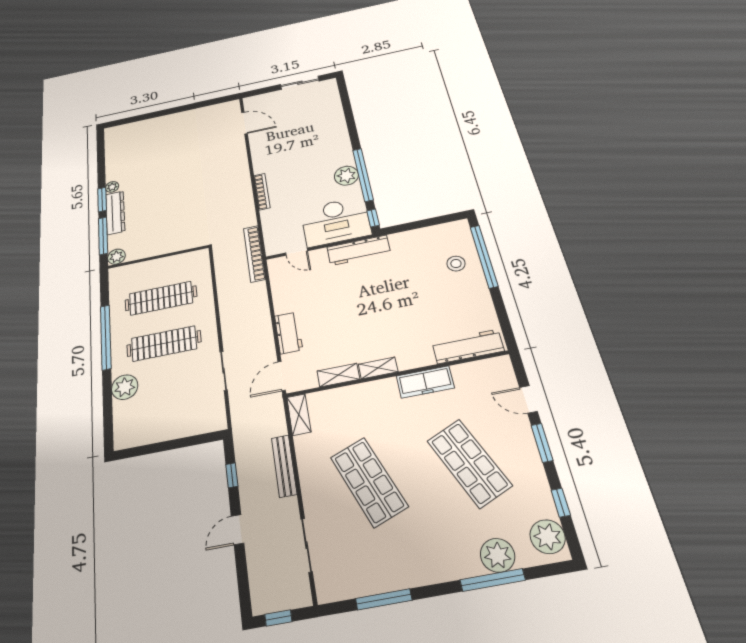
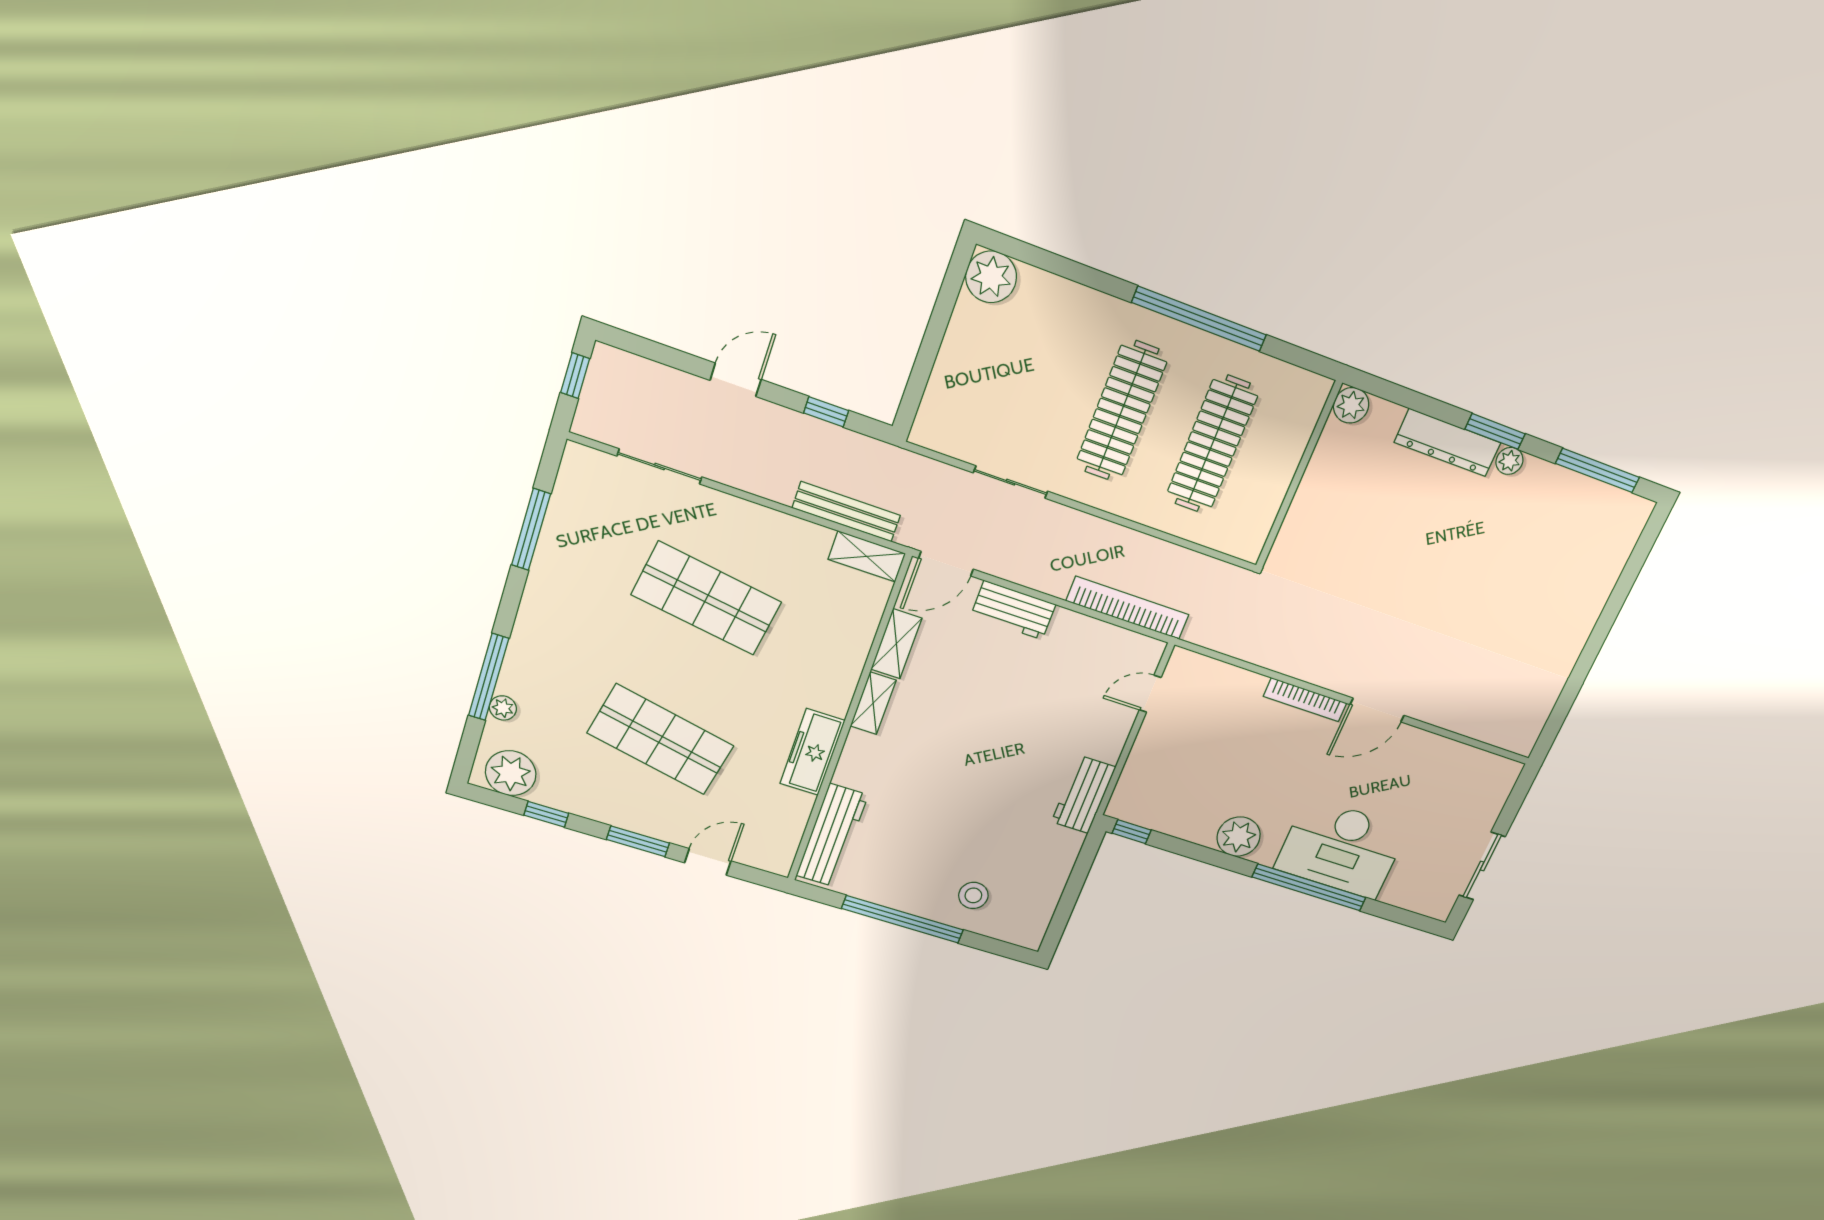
door: (244, 123) -> (1377, 710), moved
window: (363, 175) -> (1309, 887), moved
desk: (336, 222) -> (1341, 848), moved, turned -90
window: (103, 236) -> (1597, 470), moved
workbench: (359, 250) -> (1083, 794), width x0.73
bookcase: (254, 254) -> (1128, 608), moved
window: (484, 256) -> (903, 919), moved
door: (282, 376) -> (946, 564), swing flipped
plant: (125, 387) -> (991, 277), moved
shop shelf: (469, 463) -> (661, 739), turned 36
bench: (284, 466) -> (846, 512), moved
shop shelf: (369, 482) -> (706, 598), turned 30
door: (238, 530) -> (736, 380), hinge flipped
plant: (498, 555) -> (503, 708), width x0.53, depth x0.53

